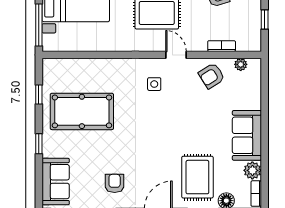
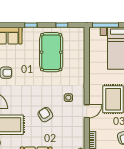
armchair: (212, 76) -> (45, 115), moved

